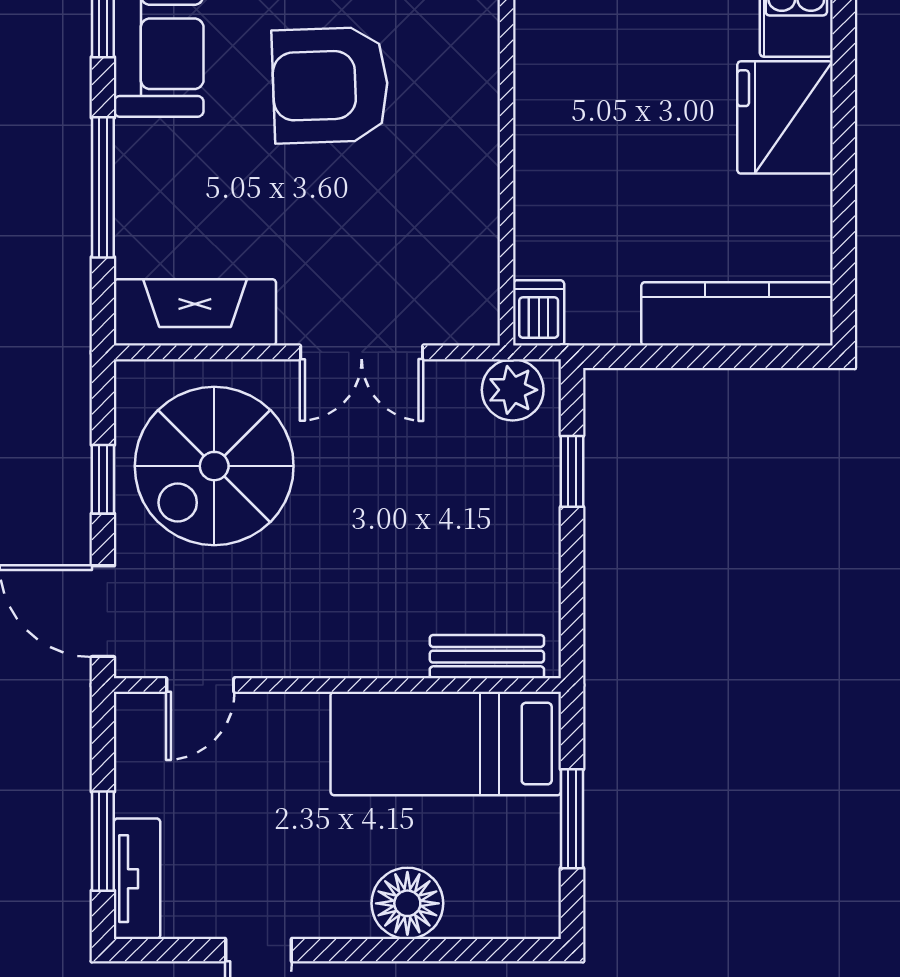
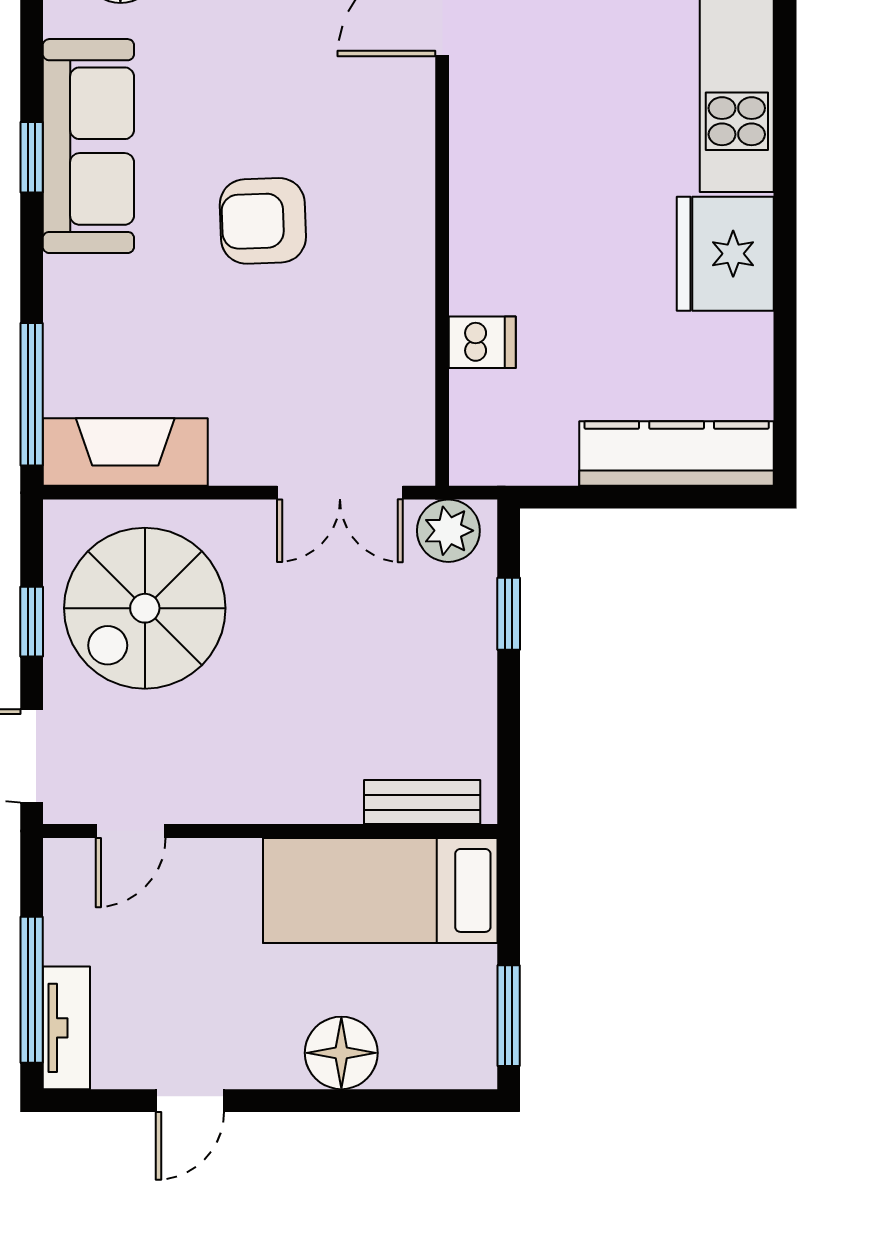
armchair: (330, 85) -> (263, 221), width x0.73, depth x0.73
window: (103, 187) -> (32, 394), moved
dishwasher: (539, 313) -> (482, 342), moved, turned 90
double door: (362, 352) -> (340, 493), moved
window: (572, 819) -> (509, 1016), moved
window: (103, 841) -> (32, 990), width x1.44

